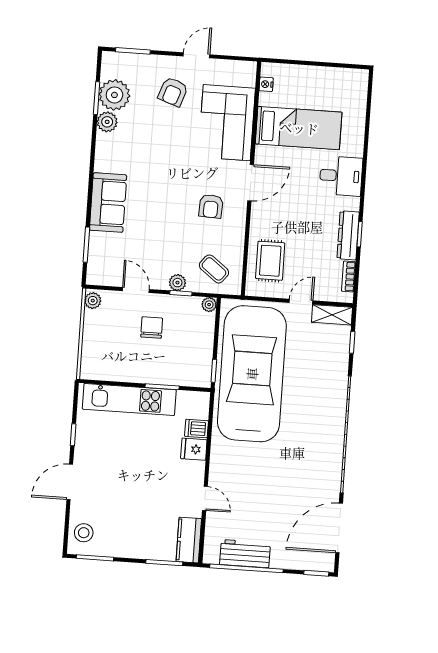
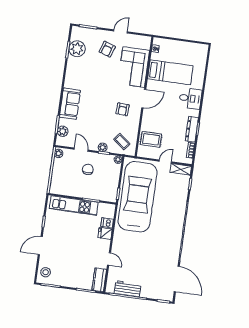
plant: (107, 122) -> (63, 131), moved
rug: (270, 261) -> (151, 139), turned 90
door: (339, 528) -> (177, 279), swing flipped

